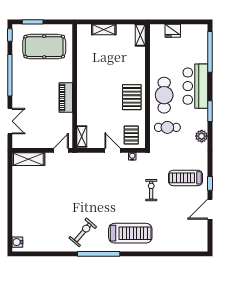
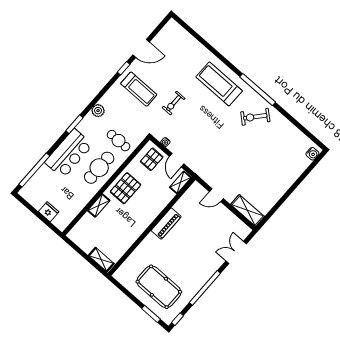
shelving: (140, 35) -> (99, 205), moved
wall: (75, 86) -> (152, 226), moved
piano: (66, 97) -> (166, 224), moved
shelving: (82, 137) -> (180, 182), moved

